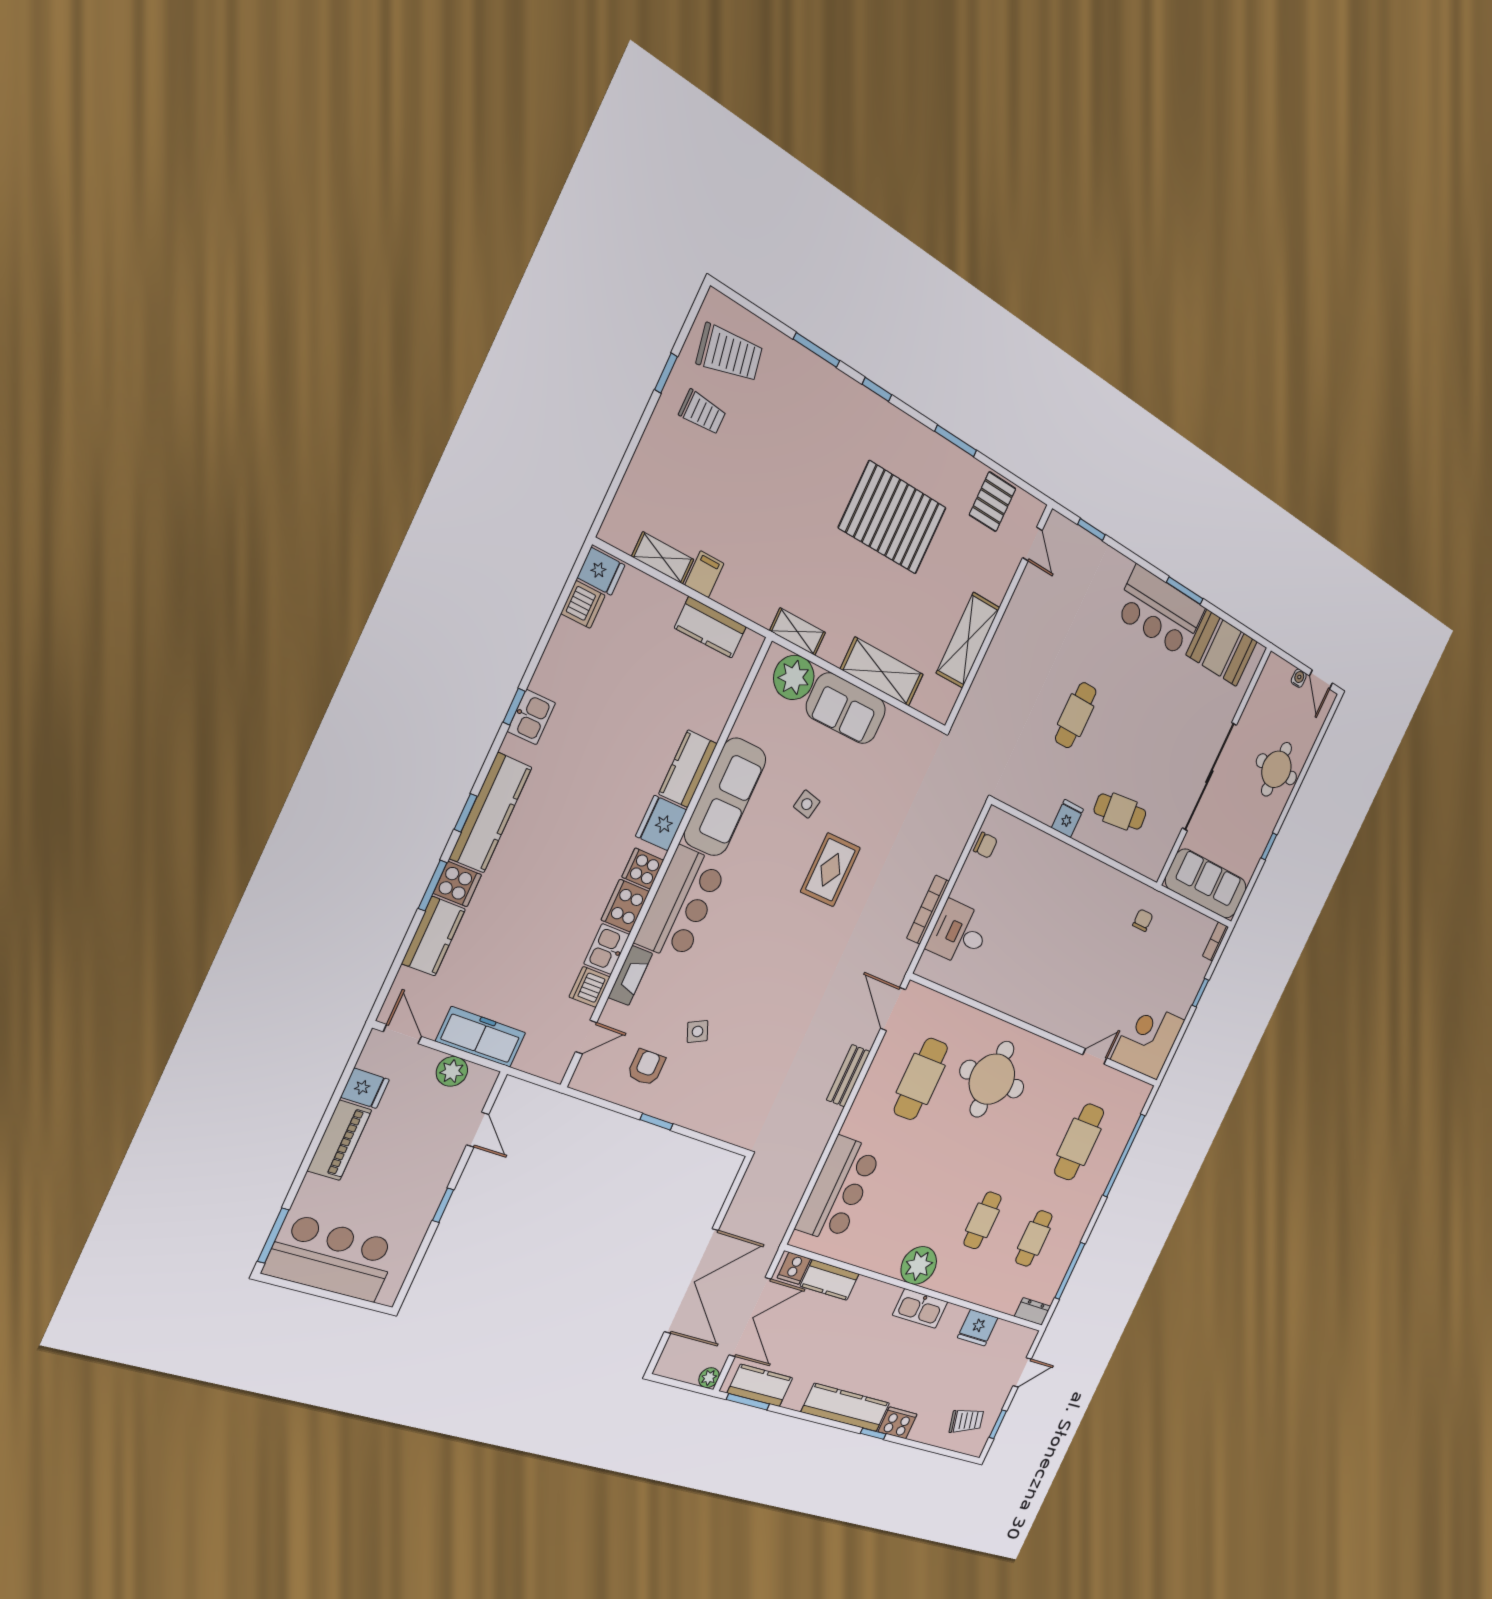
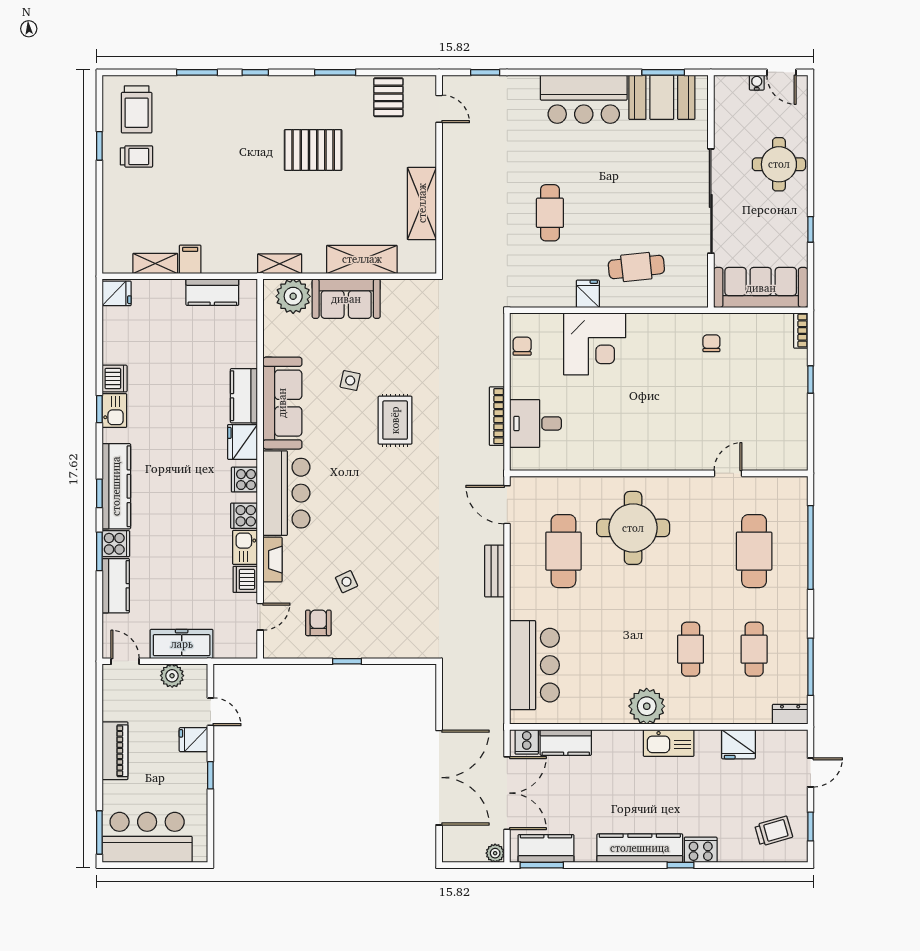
trolley: (730, 353) -> (137, 109), turned 101
pallet: (893, 518) -> (313, 150), width x0.73, depth x0.71
window: (1185, 591) -> (663, 72), moved
dishwasher: (583, 604) -> (115, 379), moved
chair: (985, 845) -> (522, 346), turned -90
cooker: (625, 906) -> (244, 516), width x0.73
corner desk: (1148, 1040) -> (595, 344), moved, turned 180
fridge: (365, 1088) -> (193, 740), moved, turned 180

